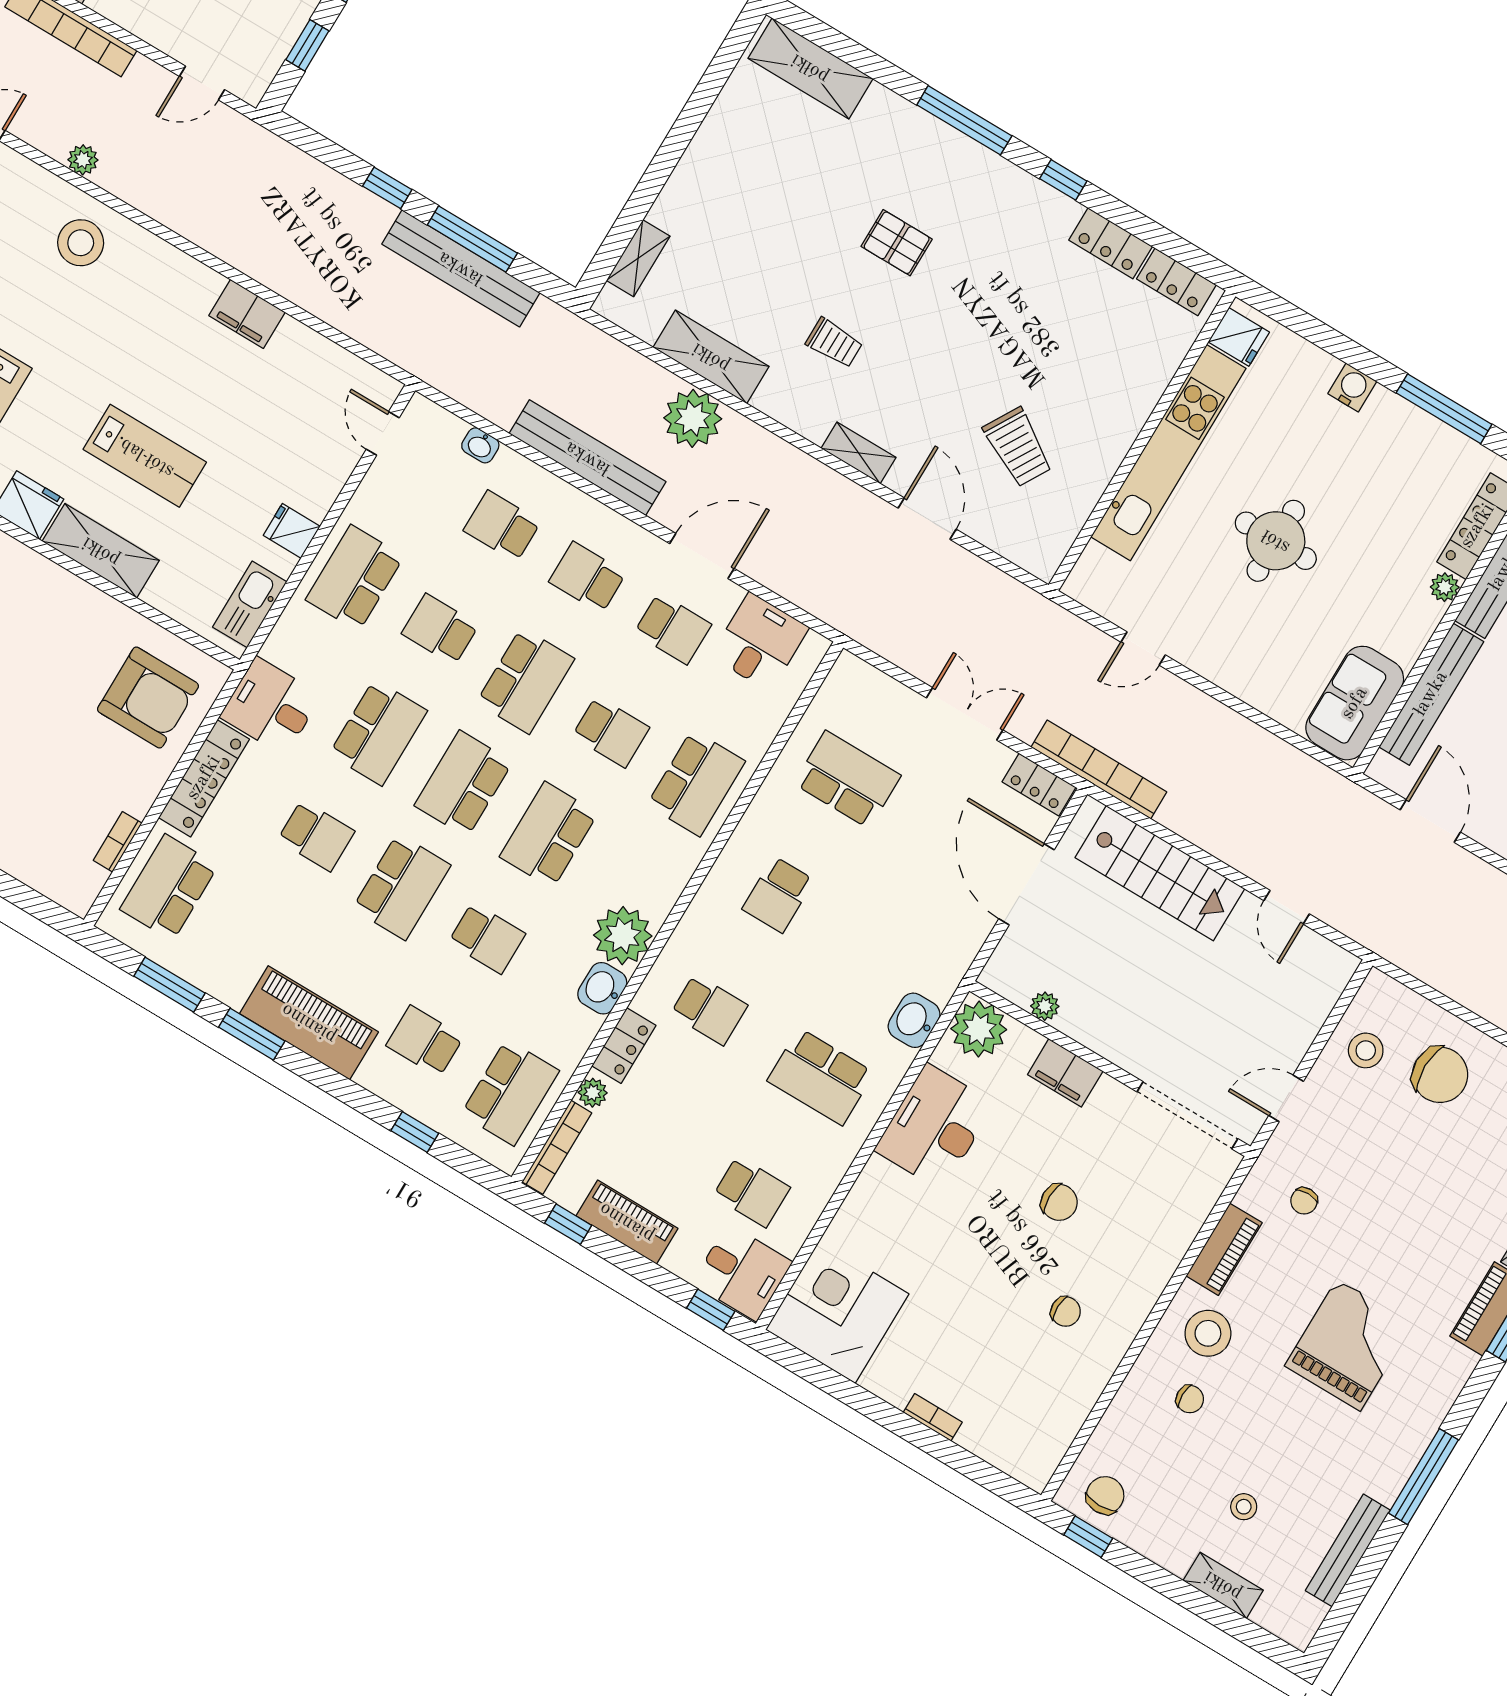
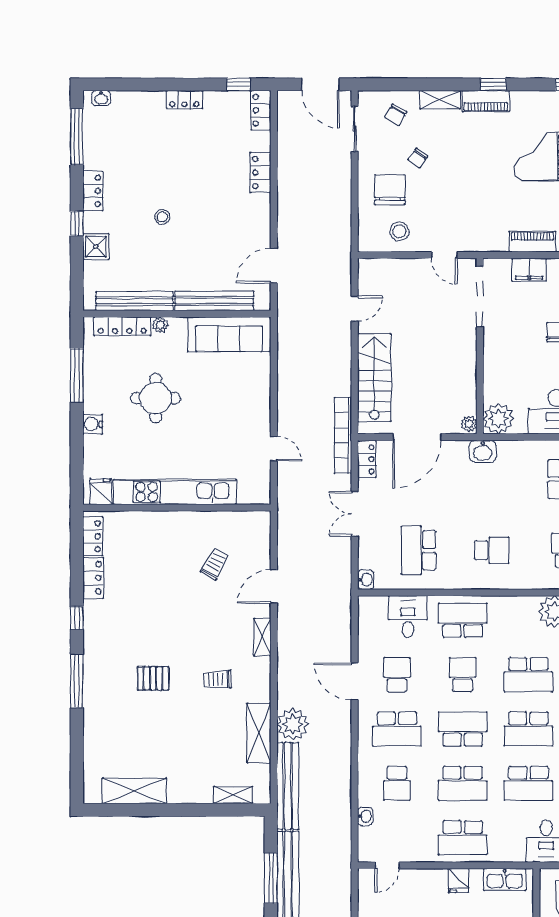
shelving: (810, 68) -> (134, 791), moved, turned 90
pallet: (897, 243) -> (153, 678), turned 90
trolley: (834, 343) -> (218, 679), turned -92
trolley: (1018, 447) -> (215, 564), width x0.73, depth x0.72
bench: (588, 458) -> (288, 786), moved
round table: (1276, 541) -> (156, 398), moved
school desk: (587, 577) -> (397, 729), width x1.85
school desk: (440, 629) -> (463, 783), width x1.85
desk: (760, 642) -> (408, 617), moved, turned 90
washbasin: (851, 669) -> (366, 580), added
sofa: (1355, 703) -> (229, 334), width x1.36
school desk: (378, 732) -> (528, 783), turned 180
plant: (1045, 1006) -> (469, 424), moved
washbasin: (914, 1020) -> (483, 451), moved
filing cabinet: (1065, 1073) -> (529, 270), moved, turned 90
chair: (1304, 1201) -> (418, 158), moved, turned 126

